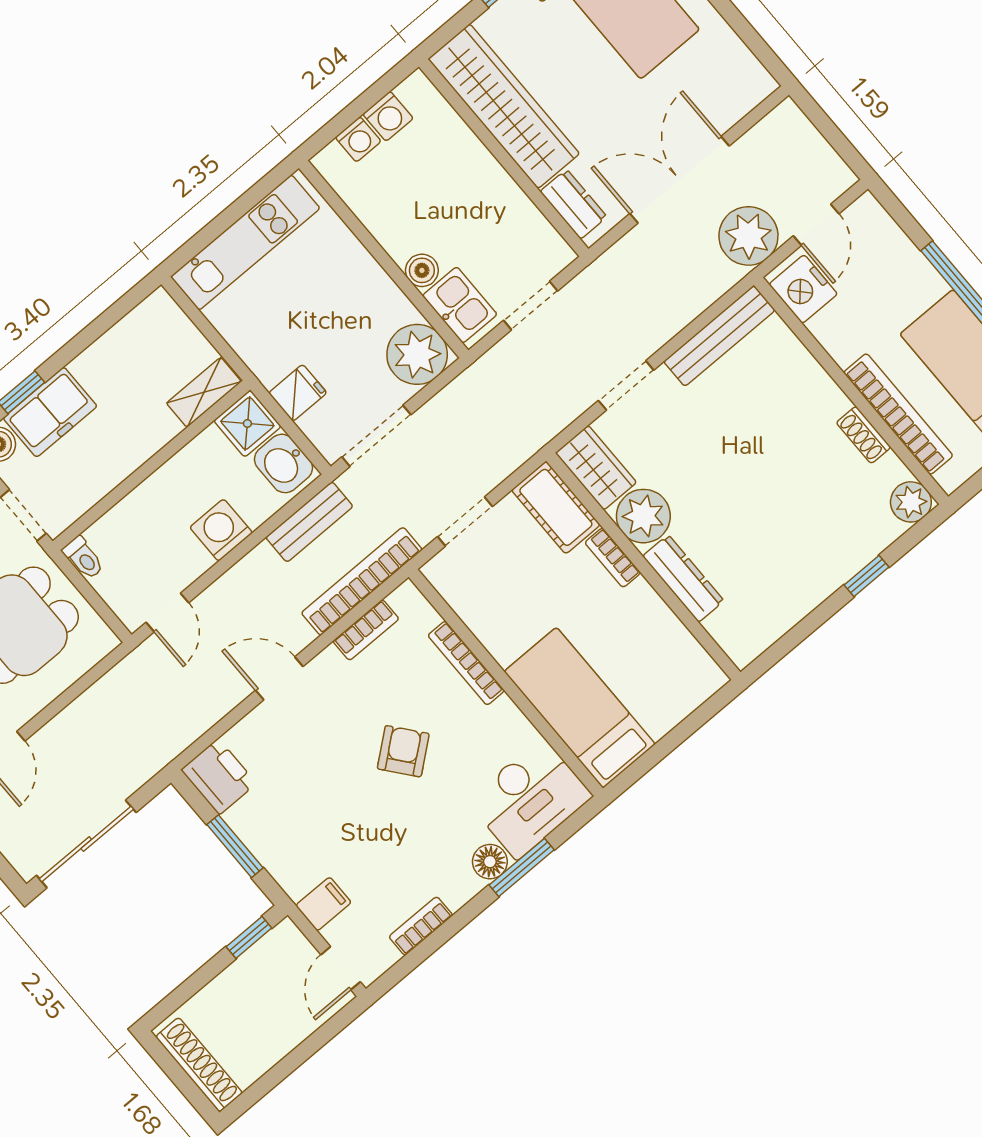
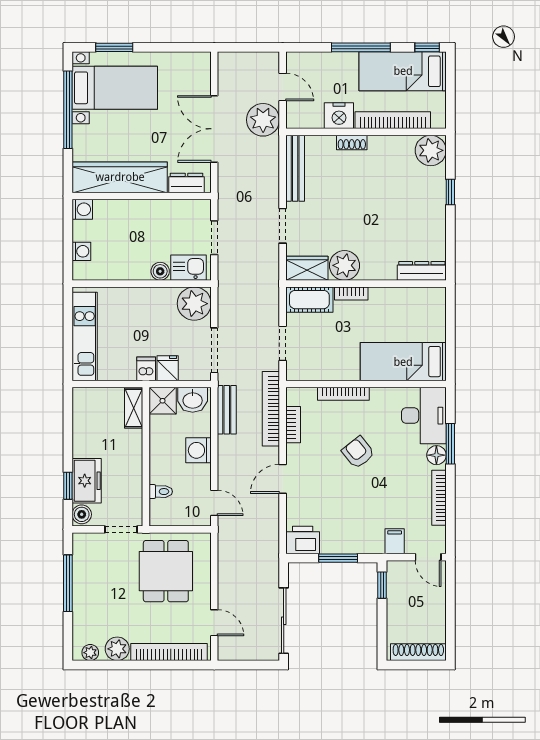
washing machine: (388, 116) -> (82, 209), moved
nightstand: (803, 289) -> (339, 116), moved
dishwasher: (272, 364) -> (146, 369), added
shoe rack: (864, 435) -> (352, 142), moved
plant: (911, 502) -> (431, 150), width x1.36, depth x1.36
toilet: (83, 558) -> (161, 492), moved
dresser: (683, 579) -> (422, 271), moved
bookcase: (421, 926) -> (439, 498), width x1.56

